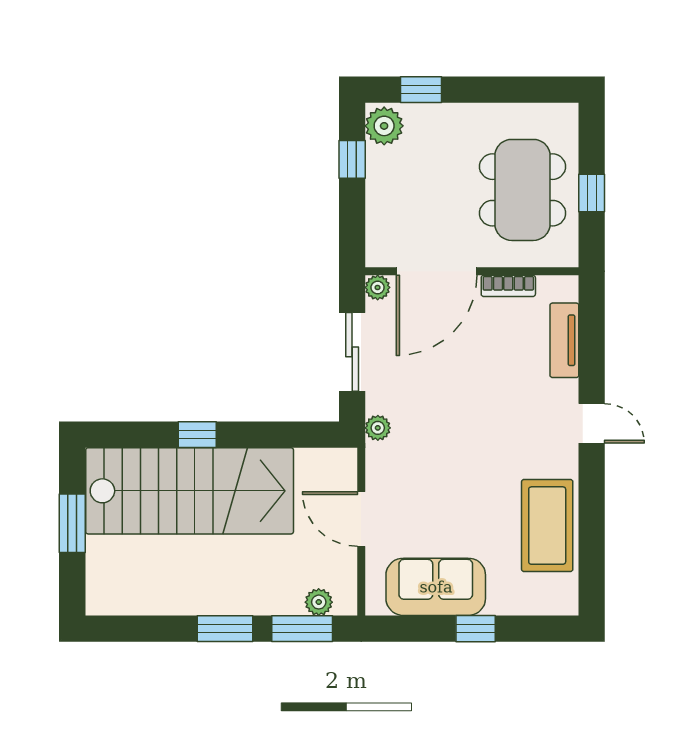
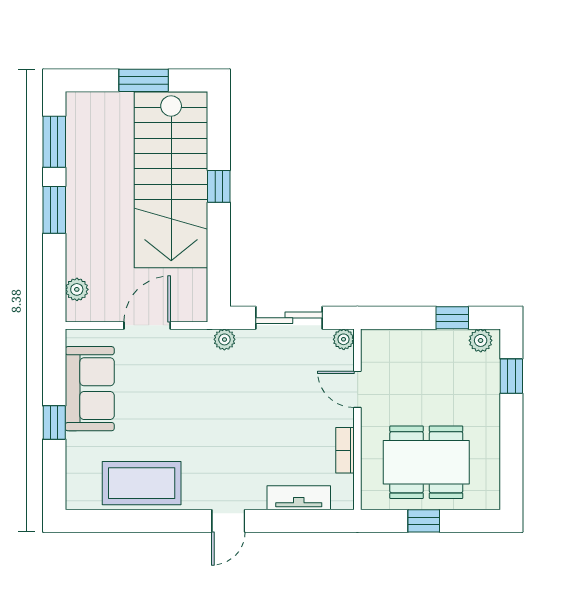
plant: (384, 126) -> (481, 340), width x0.73, depth x0.73
door: (437, 271) -> (357, 389), width x0.53
window: (302, 629) -> (54, 142), moved

